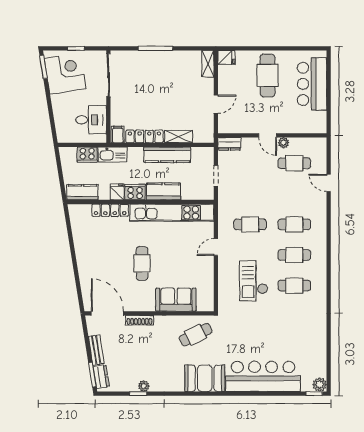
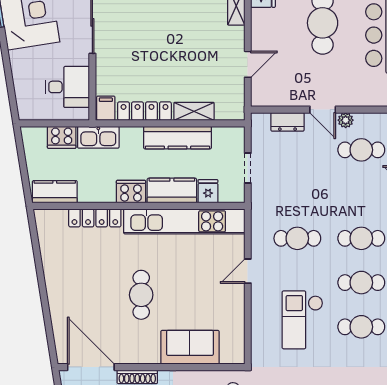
dresser: (229, 144) -> (287, 122), moved
fridge: (117, 192) -> (208, 191), moved

